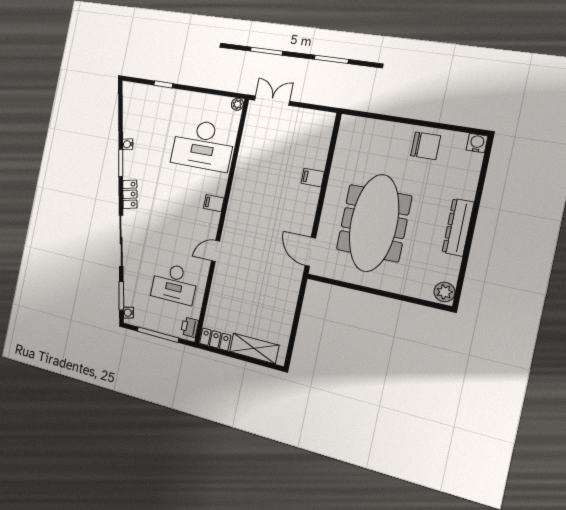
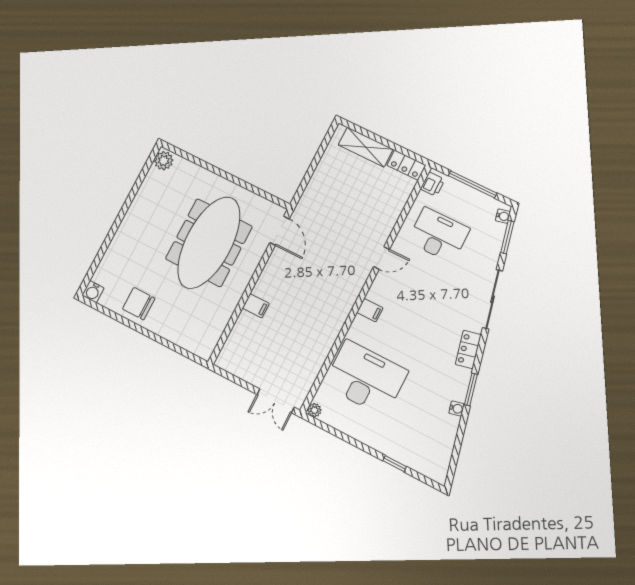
dresser: (458, 227) -> (134, 218), removed

